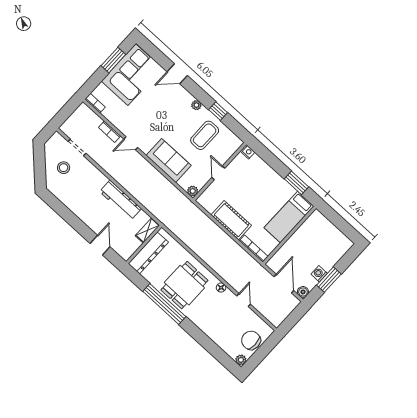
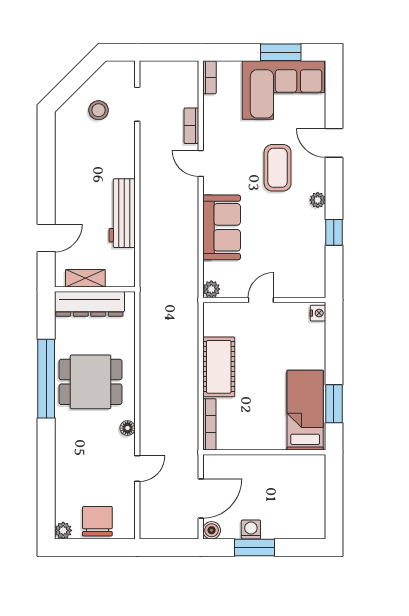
coffee table: (205, 135) -> (278, 168), moved, turned 90
bed: (289, 217) -> (305, 410), moved, turned 90
shelving: (147, 230) -> (85, 278), moved

